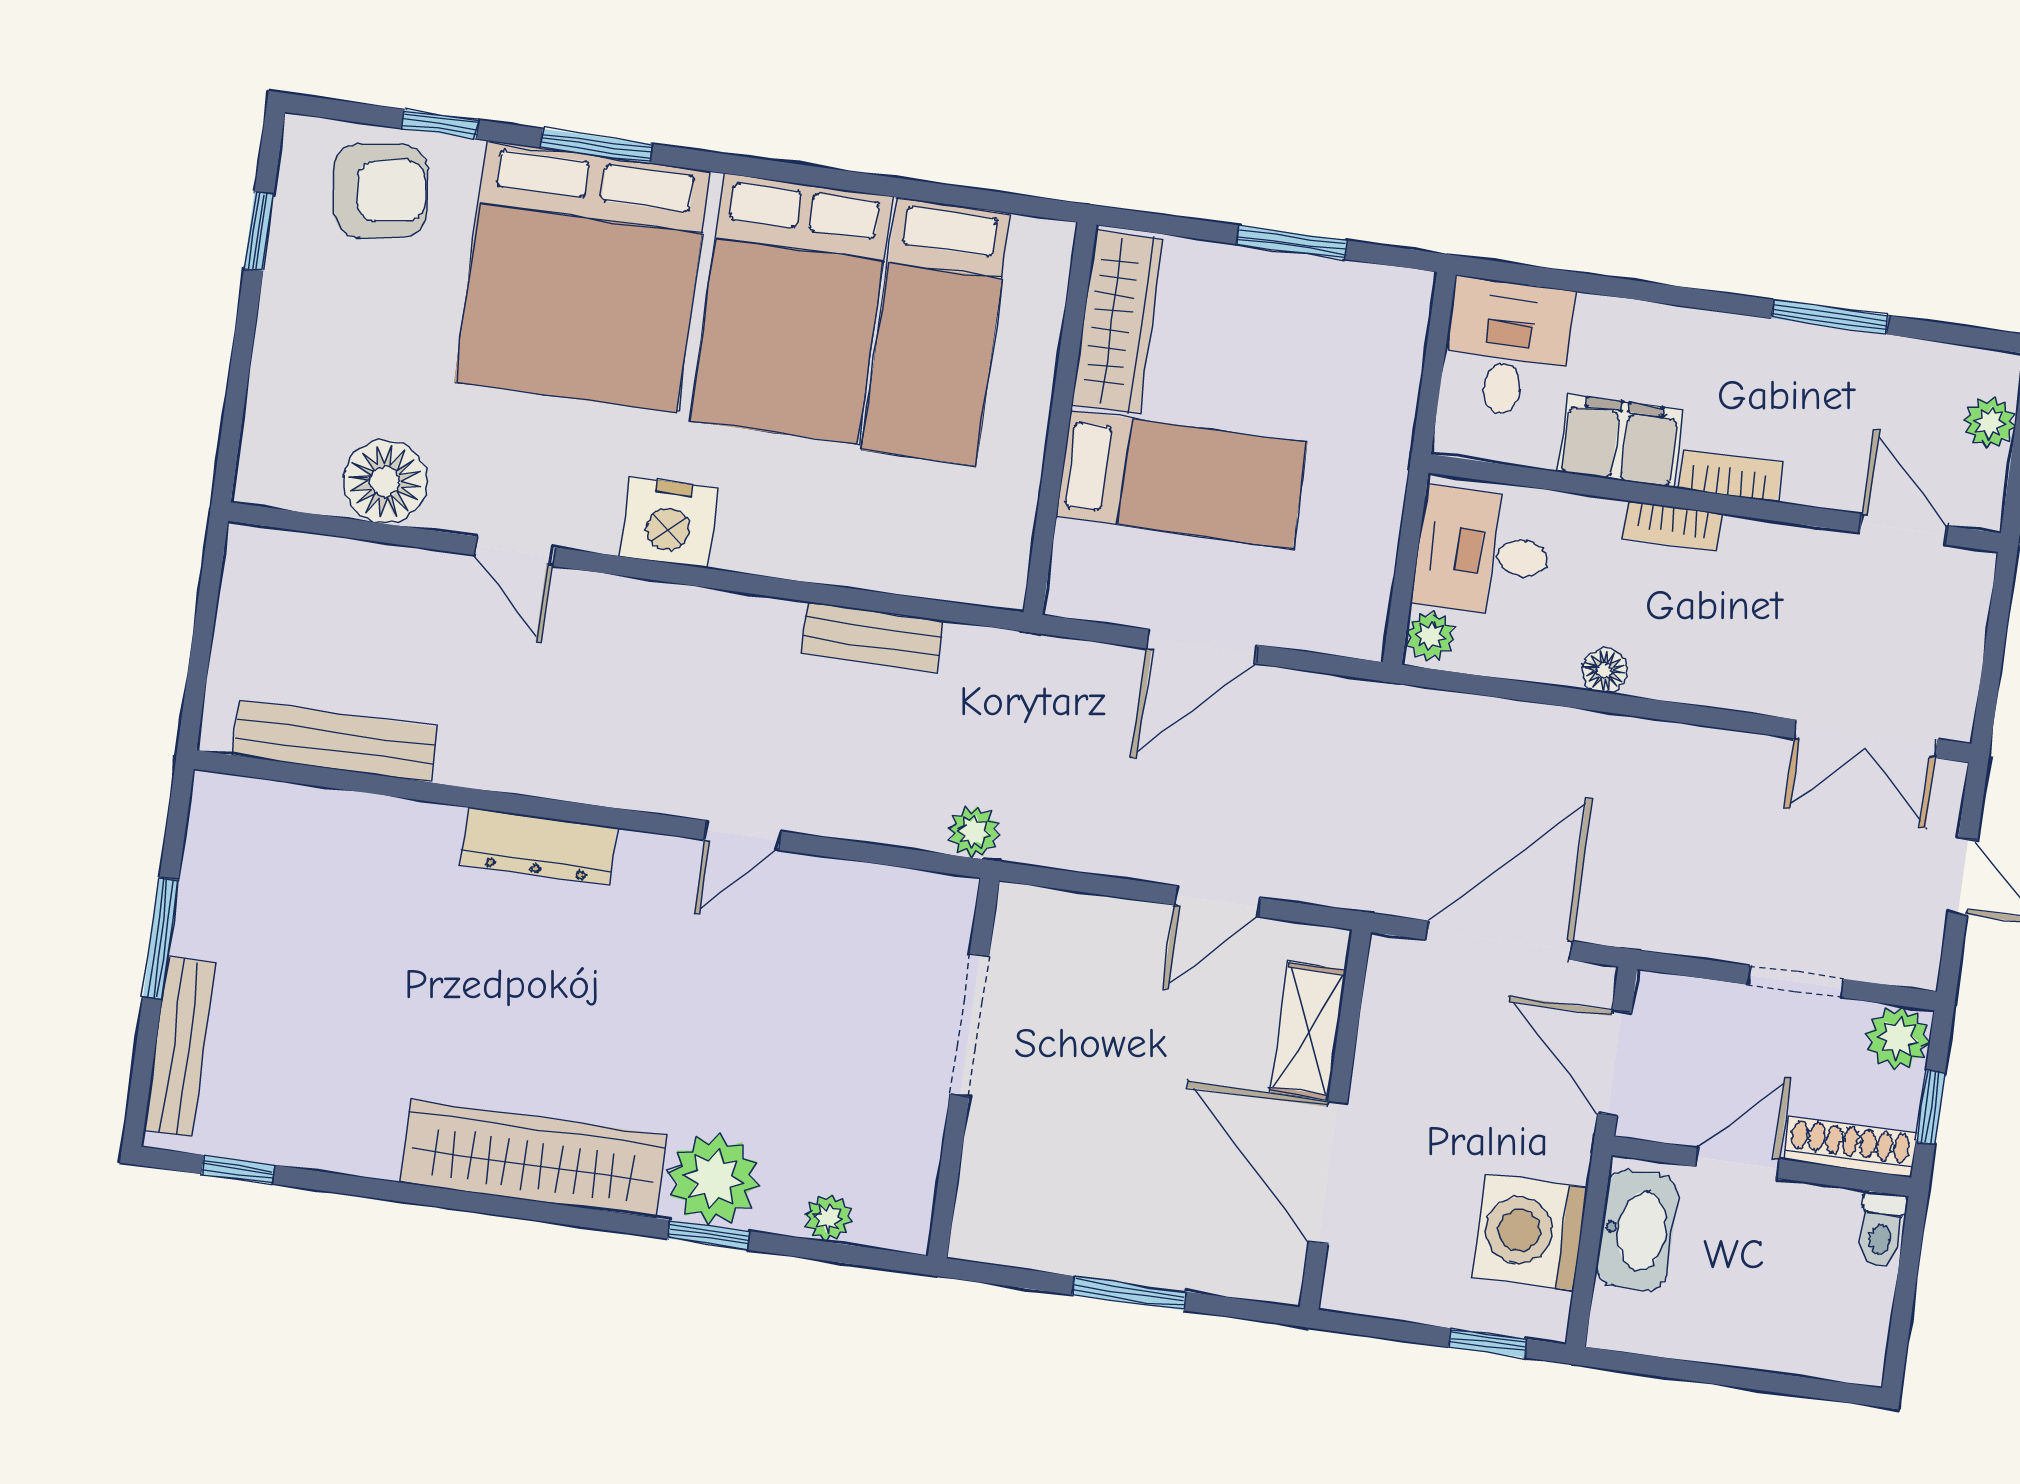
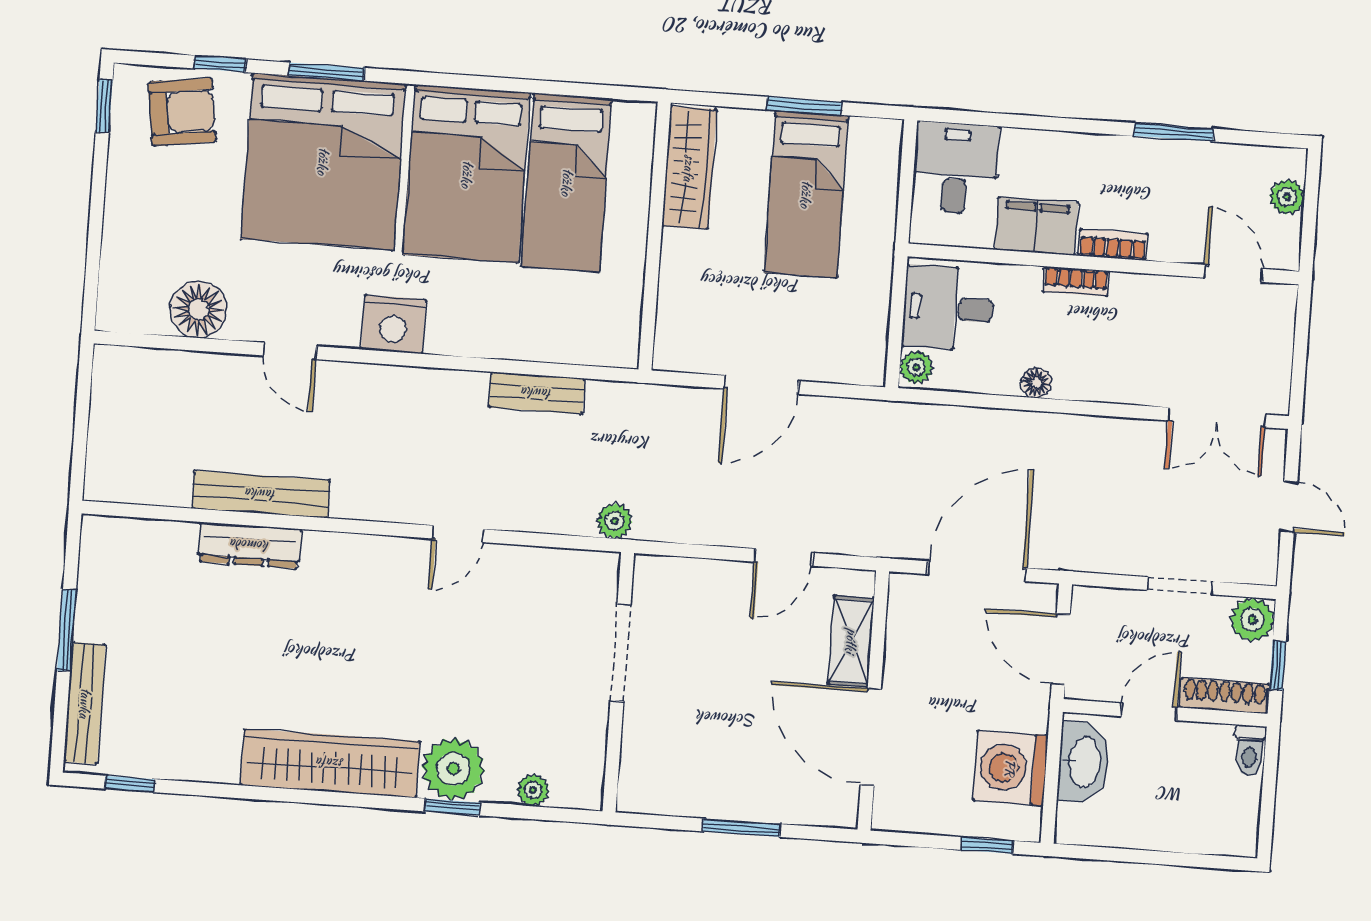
window: (259, 231) -> (104, 106), moved
bed: (1182, 479) -> (806, 194), moved, turned 90
bench: (335, 741) -> (261, 494), moved
dresser: (539, 846) -> (250, 545), moved

